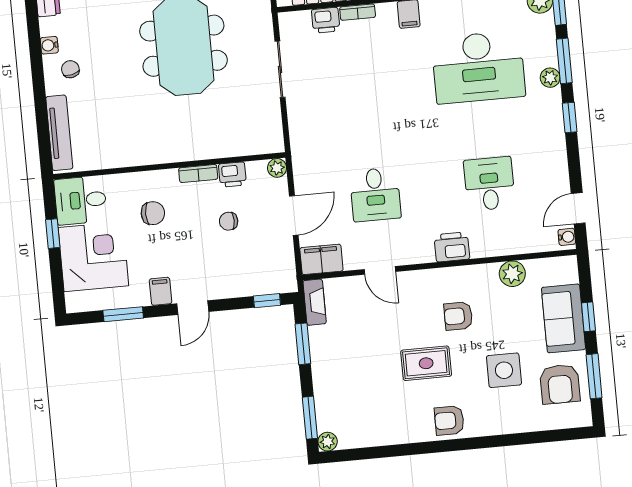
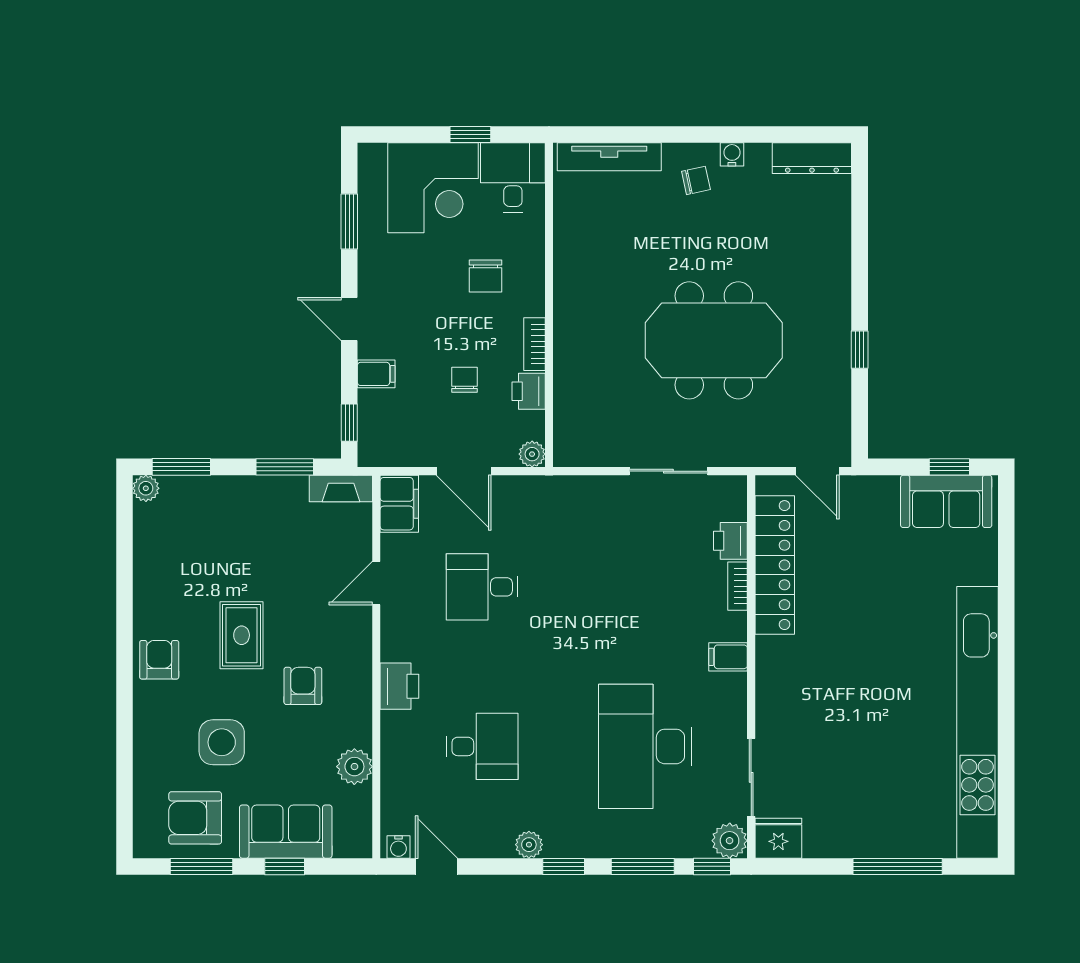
plant: (550, 78) -> (529, 845), moved
filing cabinet: (161, 291) -> (376, 374), moved

